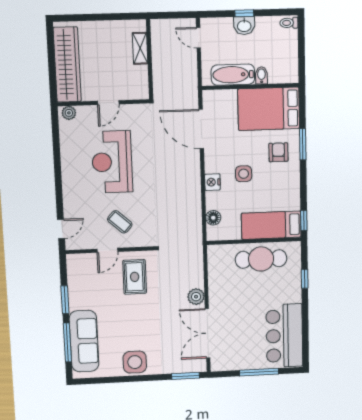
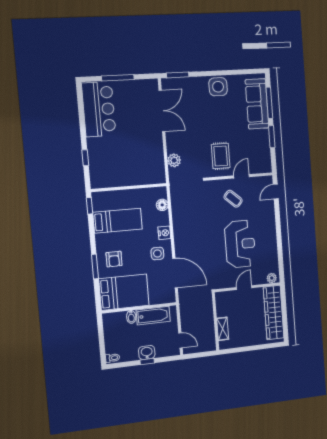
side table: (244, 174) -> (157, 254), moved
bed: (271, 225) -> (118, 221), moved
cafe table: (261, 259) -> (122, 173), removed
plant: (196, 297) -> (174, 160), moved

